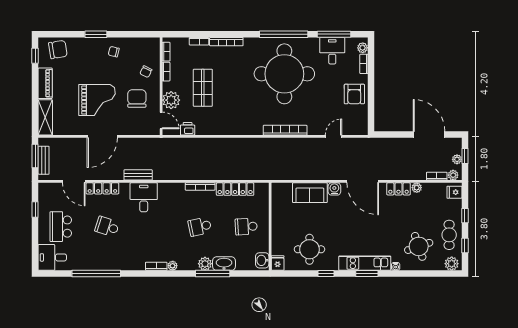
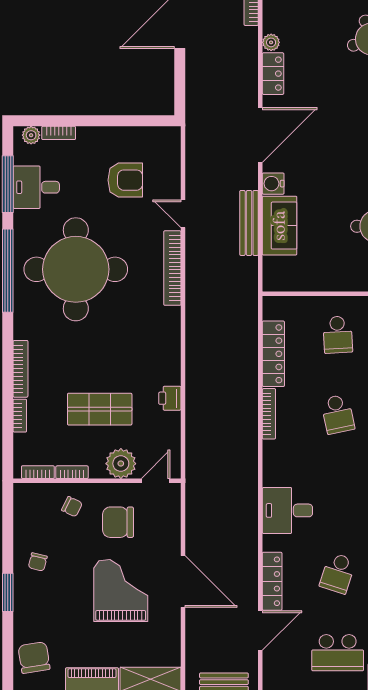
armchair: (354, 94) -> (125, 180), moved
printer: (188, 129) -> (170, 398), moved
door: (334, 136) -> (183, 214), moved
bench: (138, 175) -> (249, 223), moved, width x1.36

